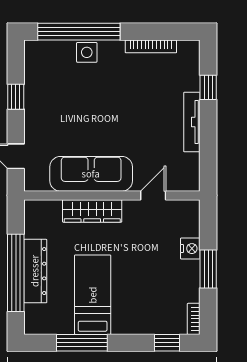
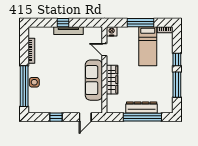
window: (208, 87) -> (63, 23), moved
nightstand: (190, 249) -> (112, 31), moved
window: (208, 269) -> (141, 23), width x1.44
bed: (93, 295) -> (148, 46), moved, turned -90
window: (167, 343) -> (177, 59), moved

